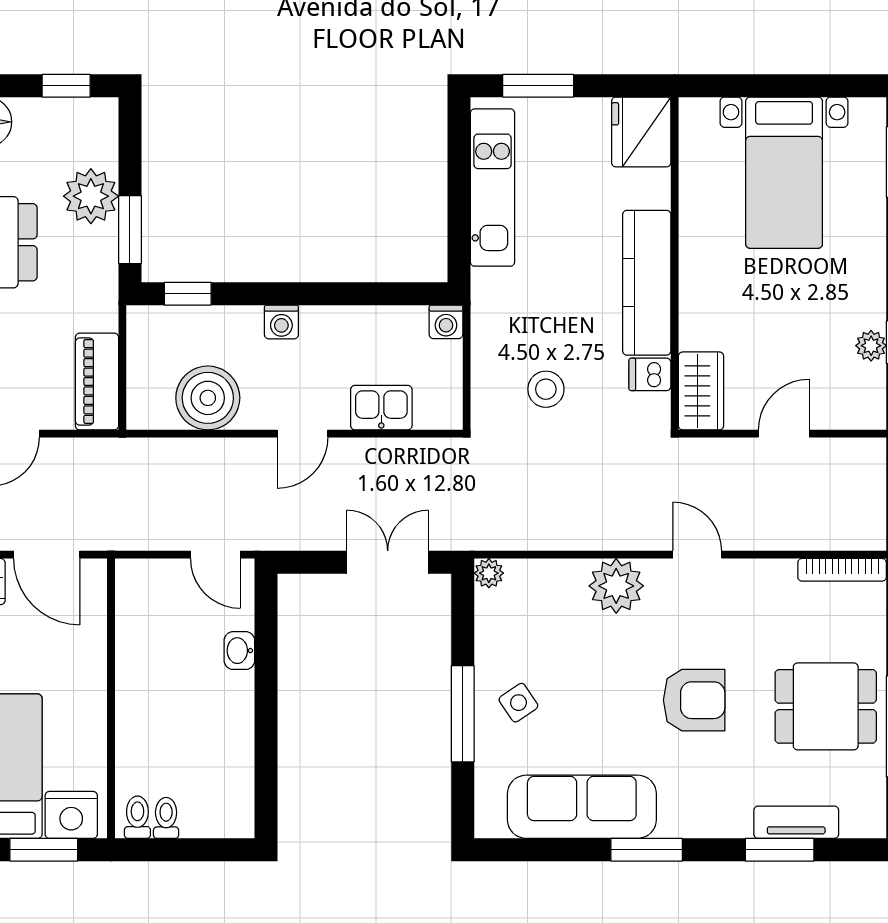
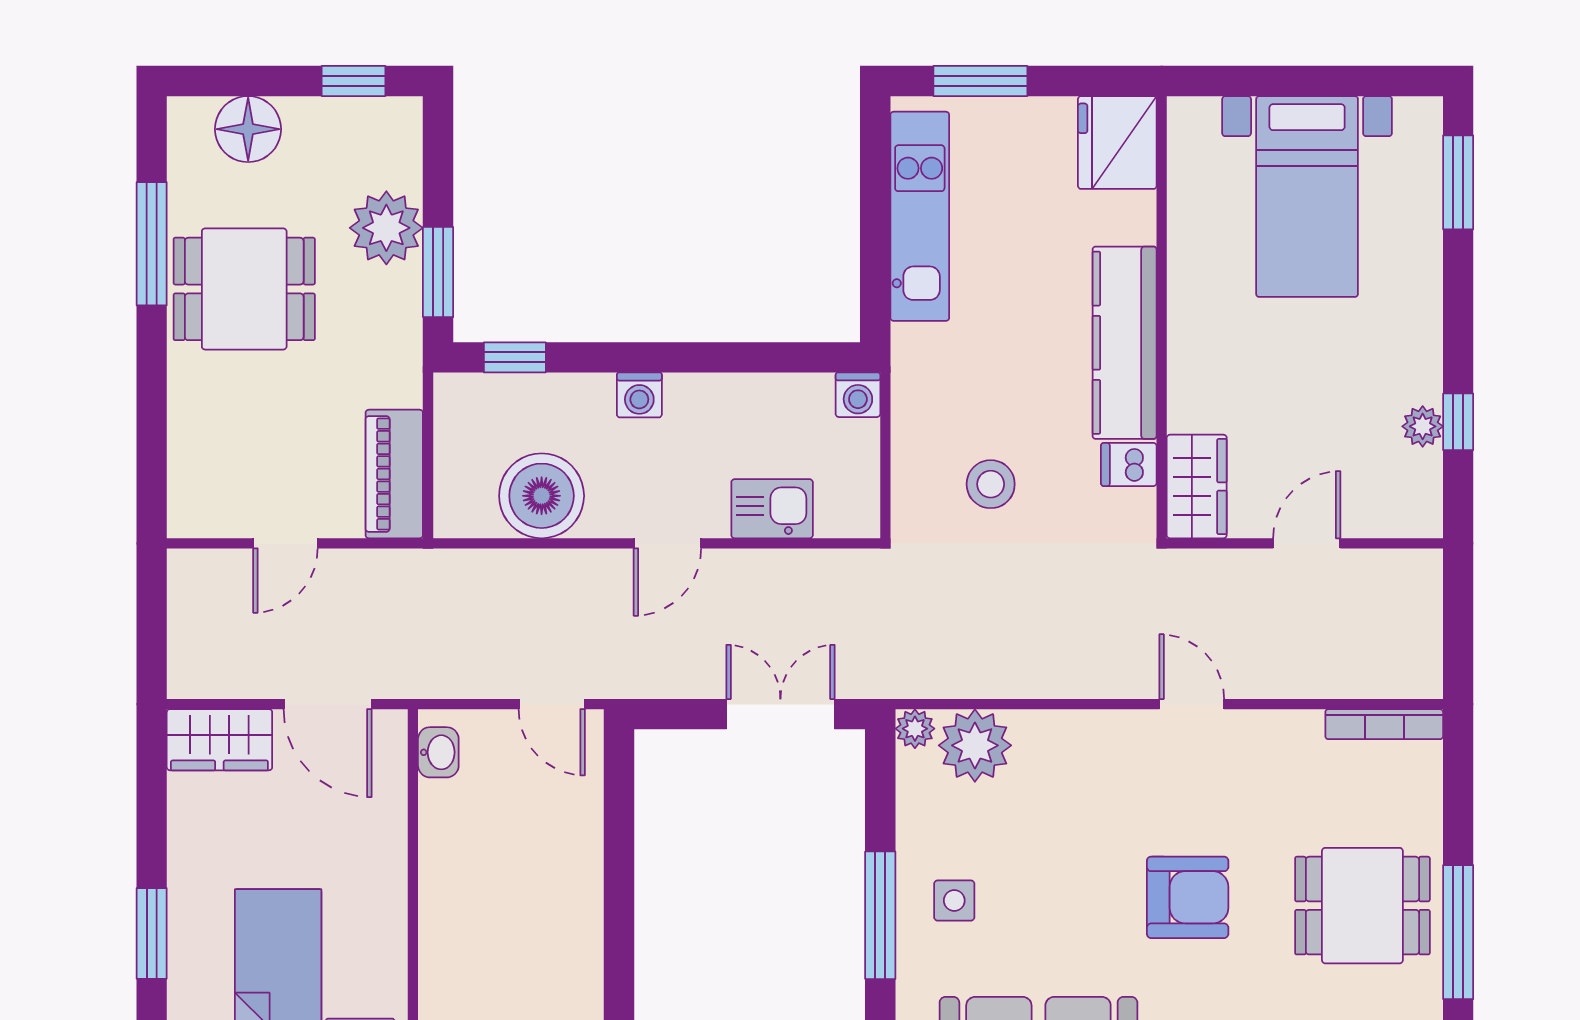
plant: (616, 586) -> (975, 745), moved
washbasin: (239, 651) -> (438, 752), moved, turned 180
side table: (518, 703) -> (954, 901), turned 34

